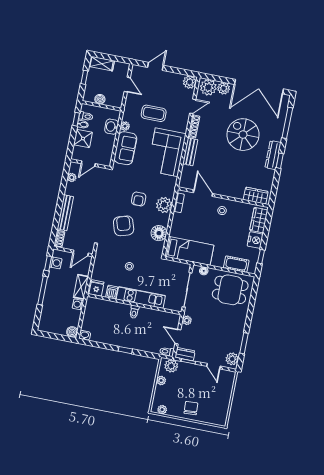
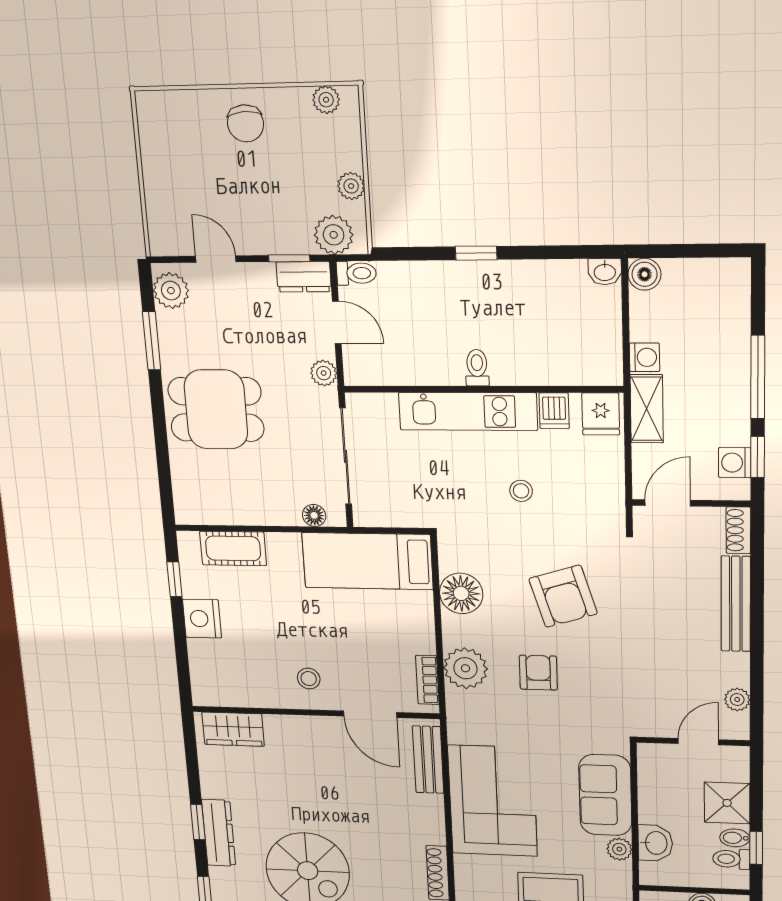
bench: (190, 152) -> (428, 760), moved
wardrobe: (259, 220) -> (207, 670), removed
dining table: (230, 290) -> (216, 409), moved

